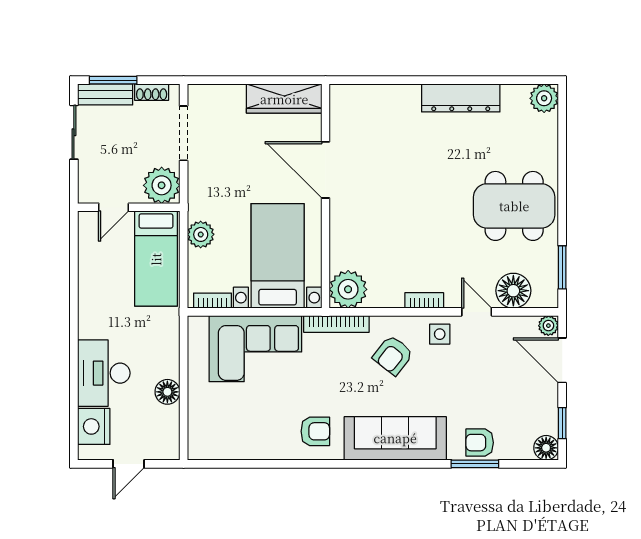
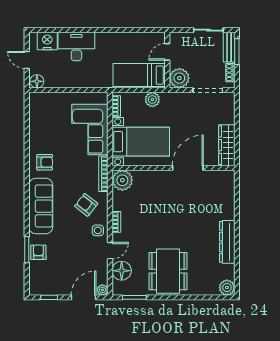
door: (114, 207) -> (167, 52), hinge flipped
floor lamp: (167, 392) -> (37, 81), moved
armchair: (315, 431) -> (45, 162), turned -90
floor lamp: (546, 448) -> (36, 289), removed

